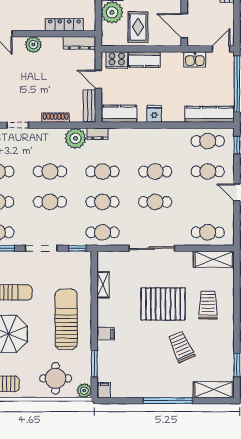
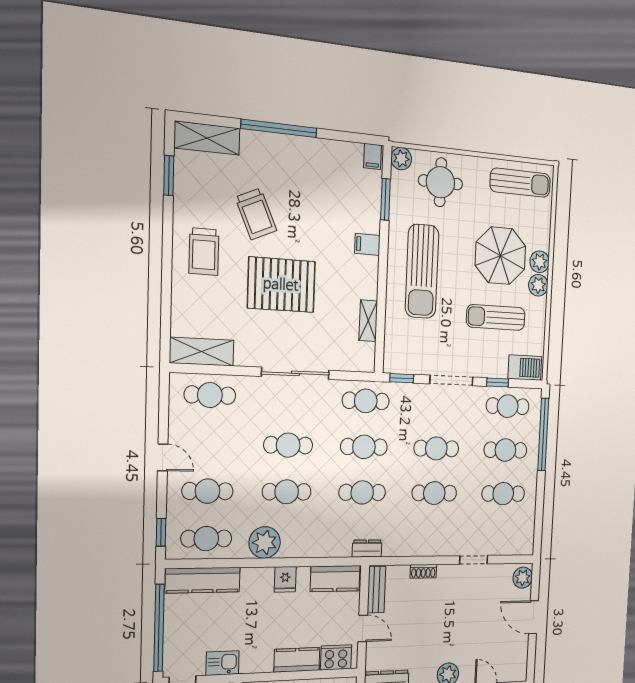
shoe rack: (56, 118) -> (423, 571), width x0.70
plant: (76, 138) -> (265, 542), moved
trolley: (208, 305) -> (204, 252), moved

